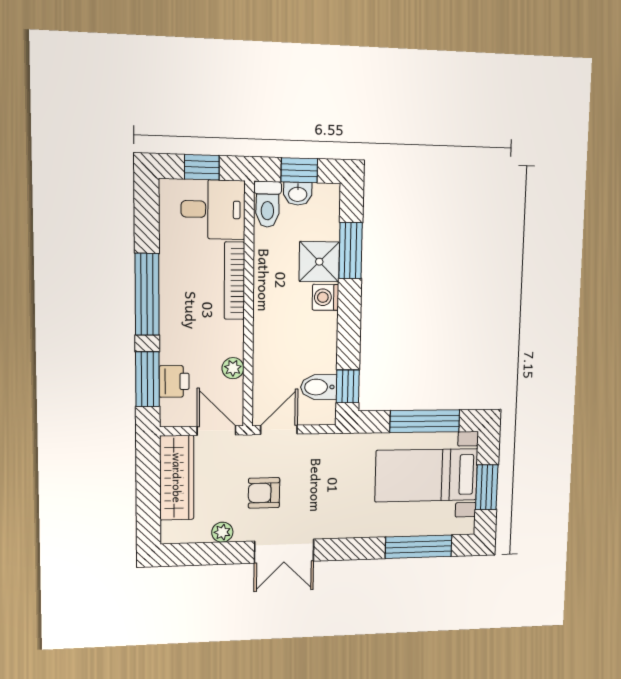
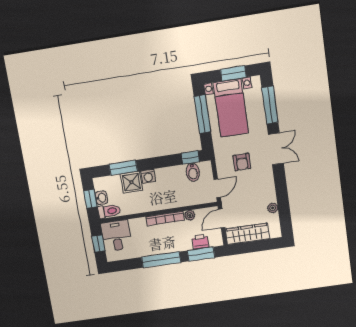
bookcase: (234, 281) -> (165, 218), moved
door: (279, 430) -> (217, 188), swing flipped
armchair: (264, 493) -> (242, 162), moved
double door: (284, 551) -> (276, 149), moved

